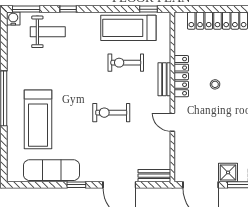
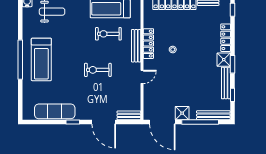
bench: (164, 79) -> (136, 46), width x1.36
treadmill: (38, 119) -> (41, 59), moved
door: (172, 122) -> (142, 77), swing flipped

